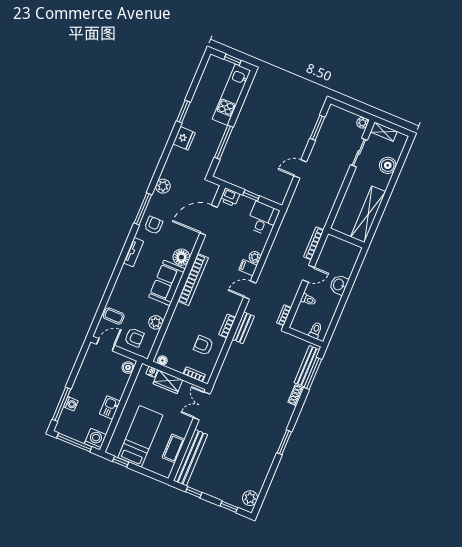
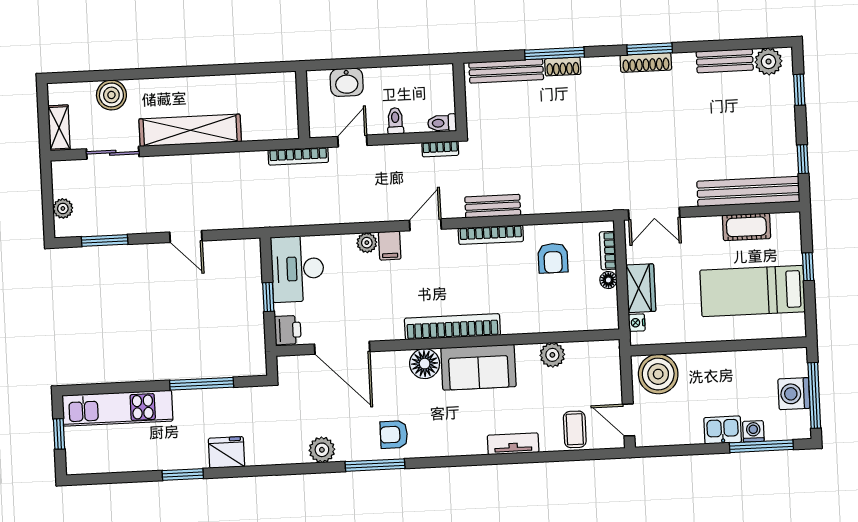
plant: (362, 123) -> (63, 208), moved
shelving: (368, 214) -> (190, 130), moved
desk: (263, 218) -> (298, 269), width x1.37
wall: (346, 238) -> (303, 105), moved
tv unit: (133, 252) -> (513, 444), moved
door: (308, 274) -> (352, 141), hinge flipped
door: (250, 290) -> (425, 225), swing flipped
bookcase: (227, 326) -> (491, 235), width x1.56
toilet: (316, 330) -> (442, 123), moved
armchair: (134, 338) -> (594, 378), removed
floor lamp: (162, 360) -> (608, 280), moved
boiler: (128, 367) -> (658, 374), width x1.86, depth x1.86
window: (313, 373) -> (554, 53), moved
kitchen sink: (110, 407) -> (723, 430), moved, turned 180
shoe rack: (278, 437) -> (646, 63), added
washing machine: (95, 439) -> (794, 394), moved
window: (121, 462) -> (808, 267), moved
bench: (261, 477) -> (725, 61), added

